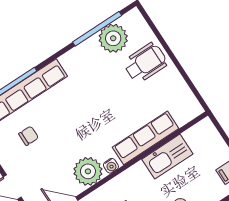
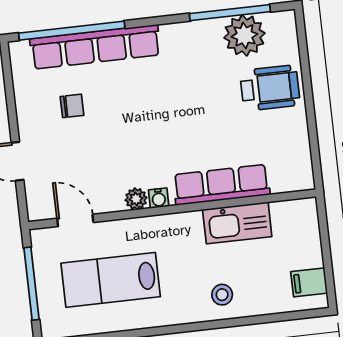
plant: (88, 171) -> (136, 199), width x0.53, depth x0.53

